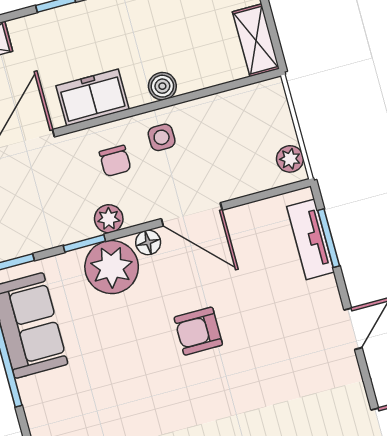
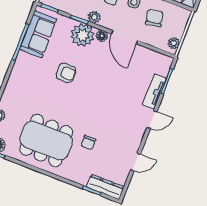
chair: (220, 139) -> (154, 18), added
tv unit: (310, 239) -> (154, 92), moved
armchair: (198, 331) -> (66, 73), moved, turned 180

